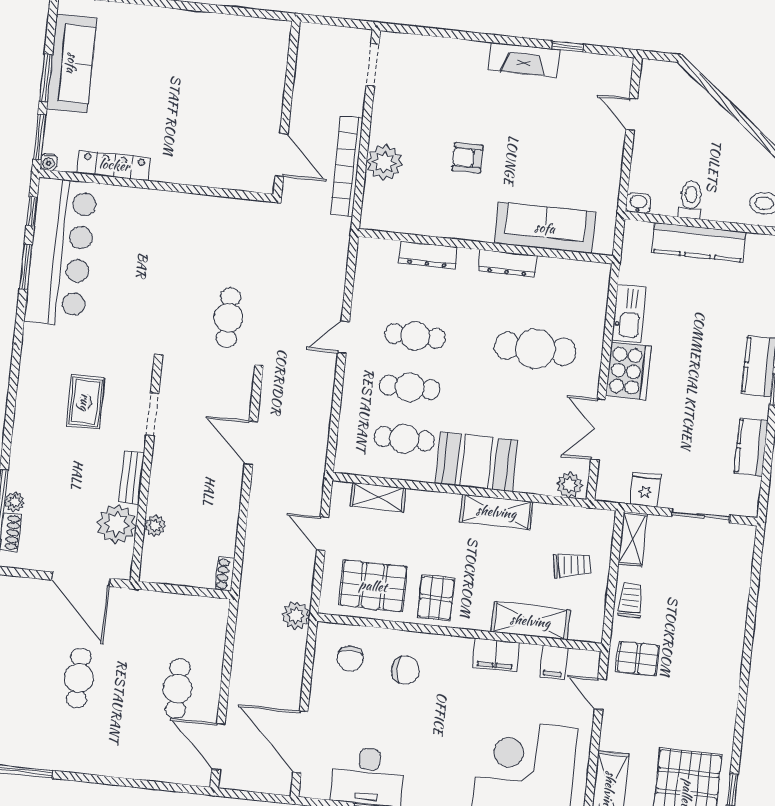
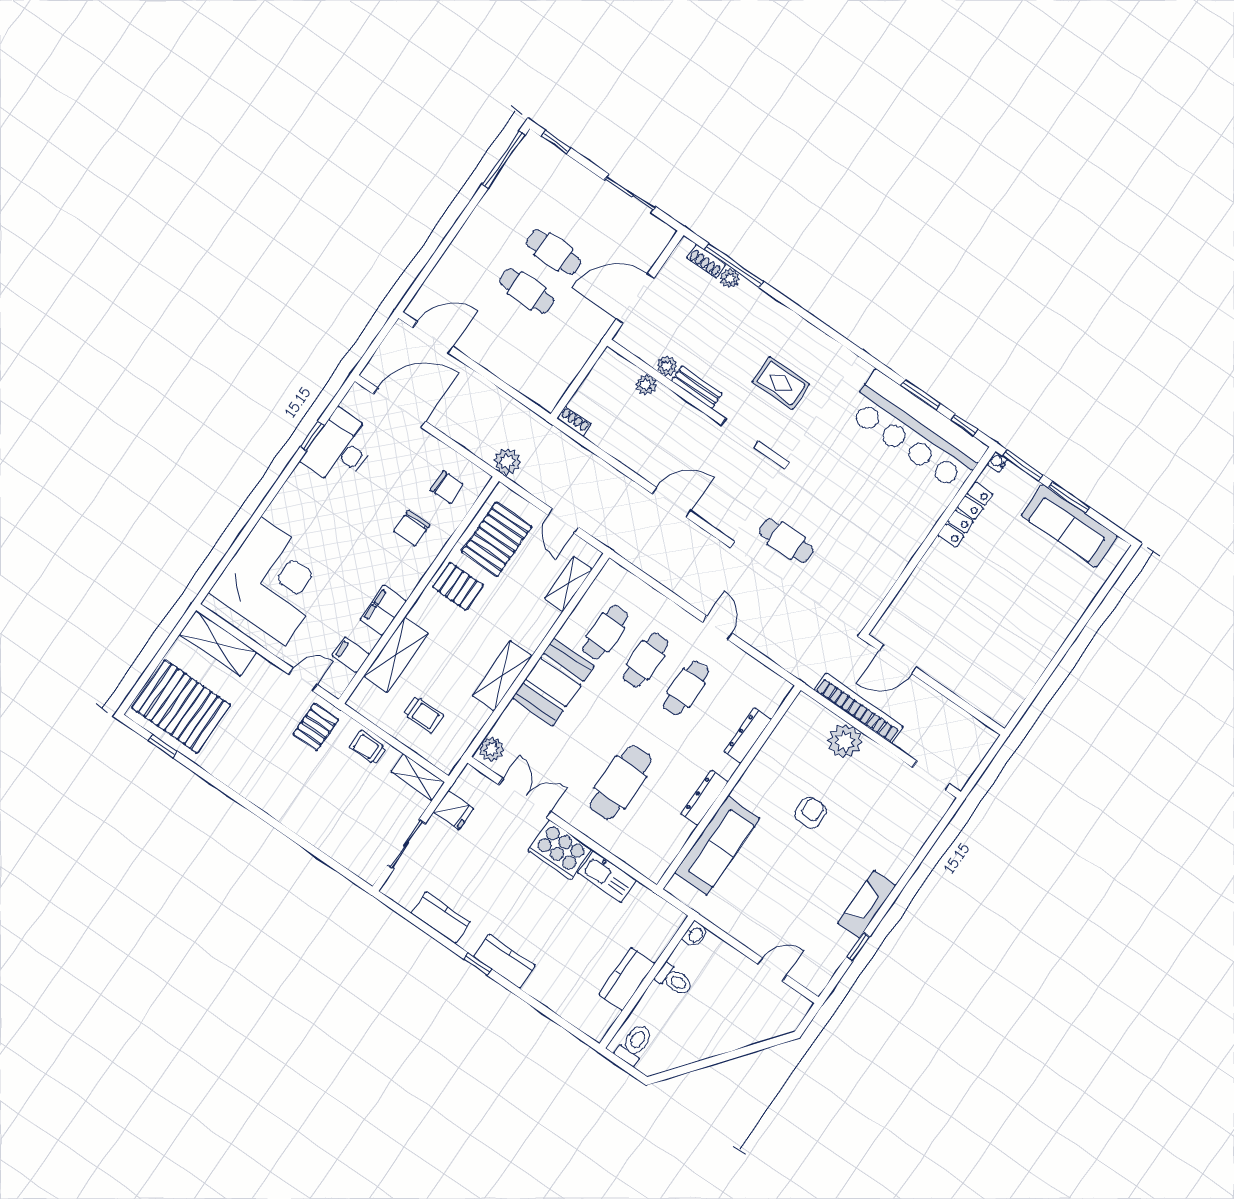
kitchen counter: (699, 242) -> (627, 979), width x0.67
plant: (117, 524) -> (667, 366), width x0.53, depth x0.53
door: (323, 534) -> (563, 521), swing flipped
trolley: (572, 565) -> (423, 715), turned -80
trolley: (630, 600) -> (368, 748), turned 180
chair: (350, 659) -> (447, 487), turned 180
cafe table: (178, 689) -> (527, 291), moved

